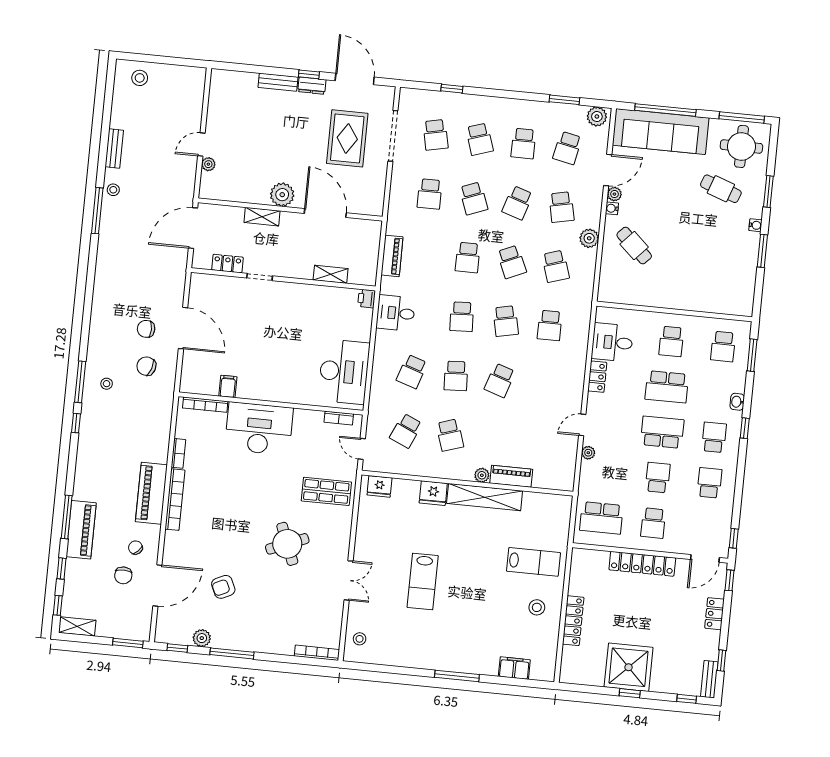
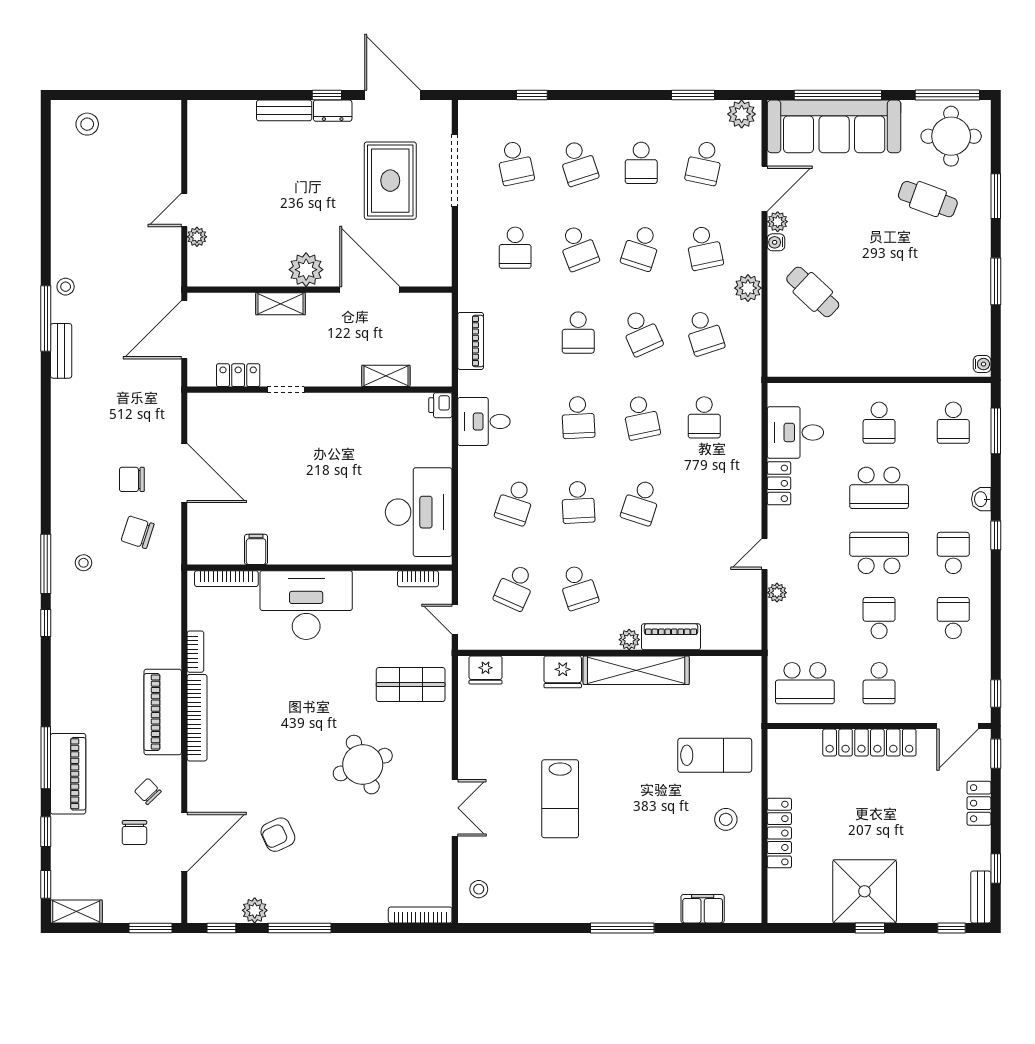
bench: (114, 148) -> (61, 351), moved
water cooler: (755, 225) -> (982, 364), moved

